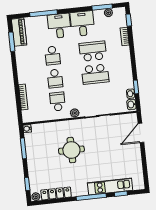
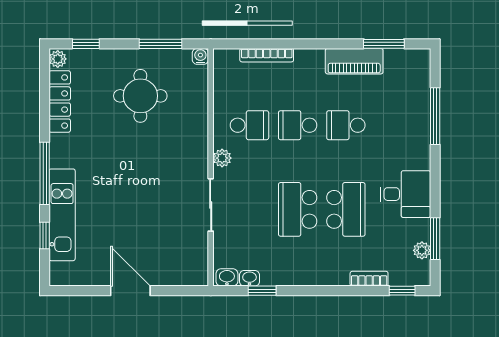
desk: (59, 26) -> (406, 146), removed
piano: (19, 32) -> (354, 61), moved
door: (141, 133) -> (130, 291), moved
round table: (71, 150) -> (140, 96), moved

